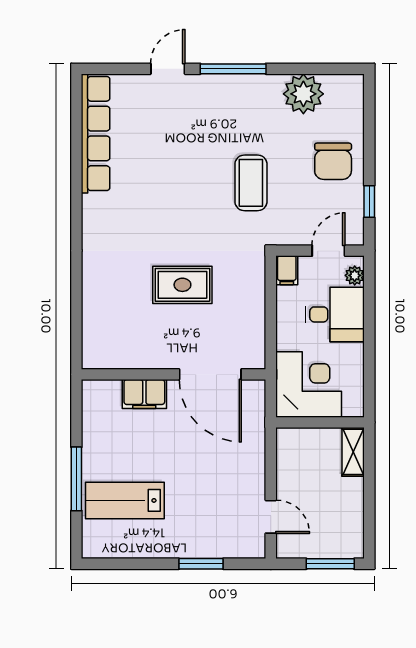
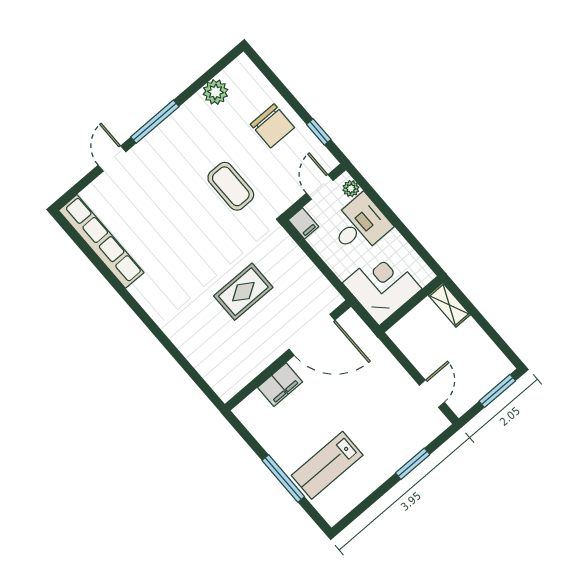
plant: (303, 94) -> (215, 92), width x0.73, depth x0.73
door: (271, 517) -> (432, 394), hinge flipped

